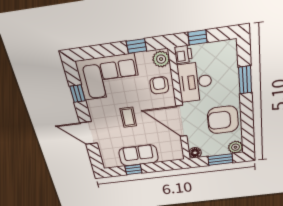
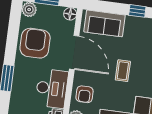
armchair: (223, 120) -> (35, 43), turned -90
sofa: (138, 155) -> (104, 23), moved

